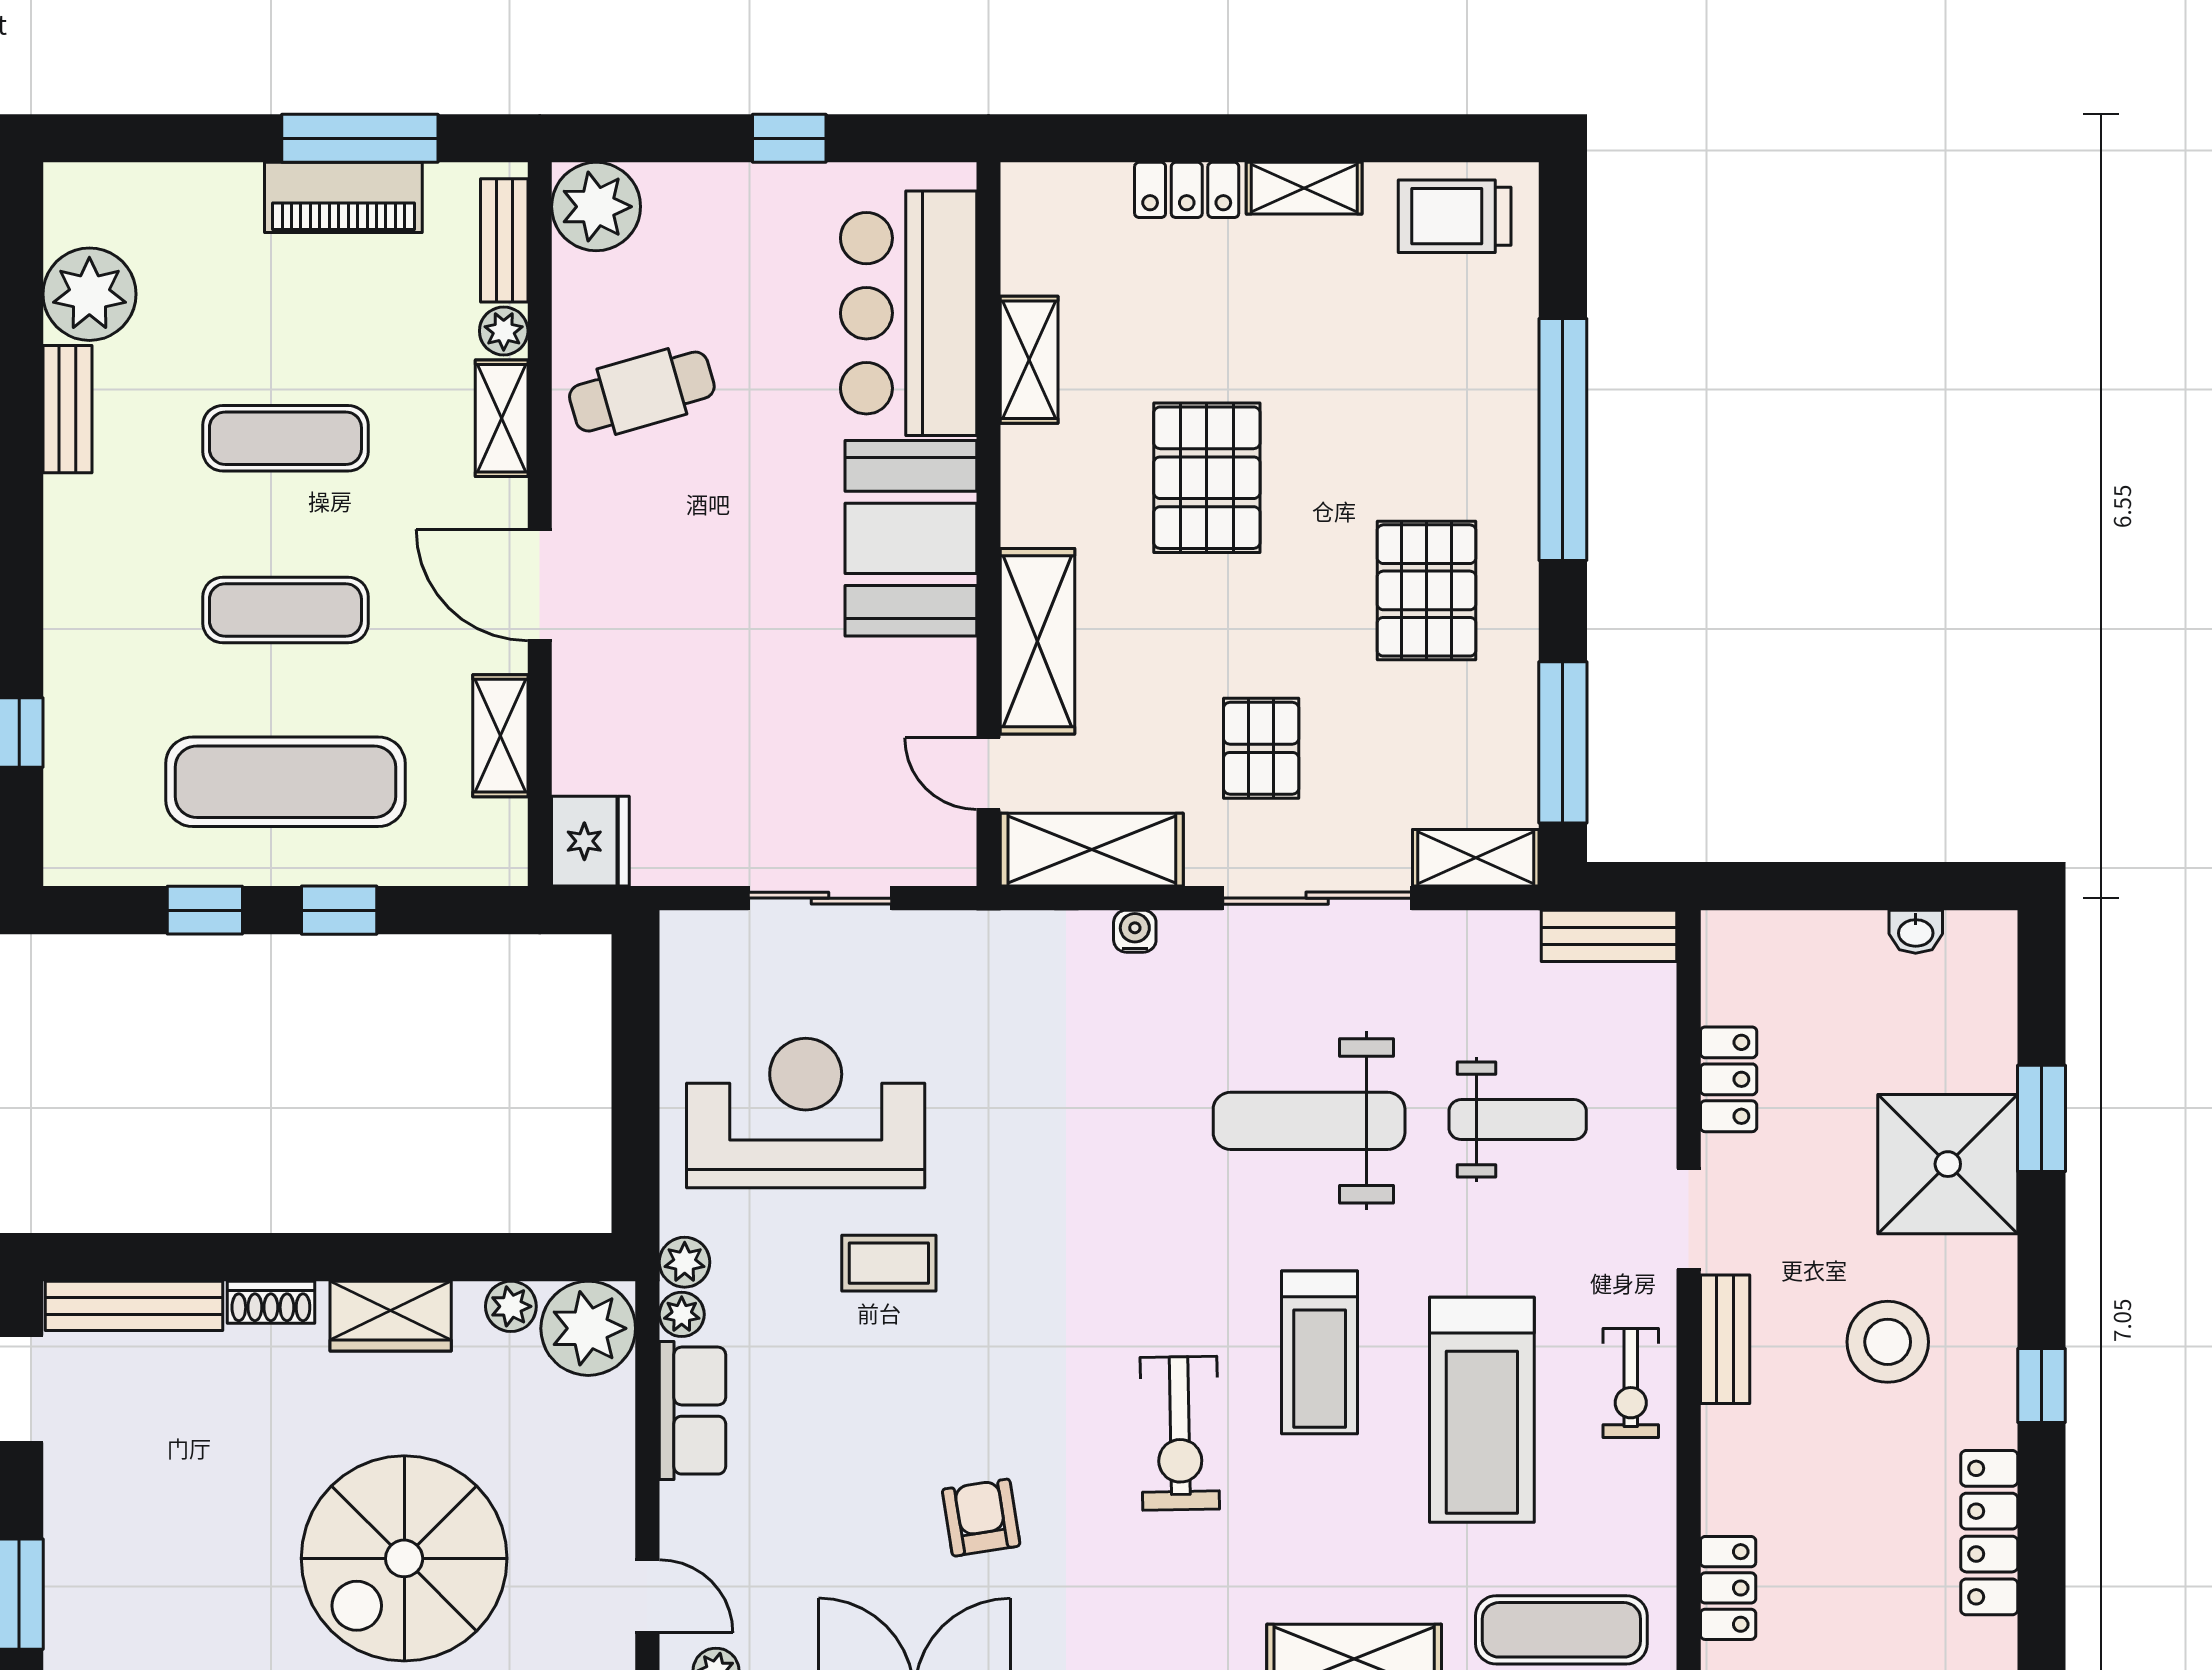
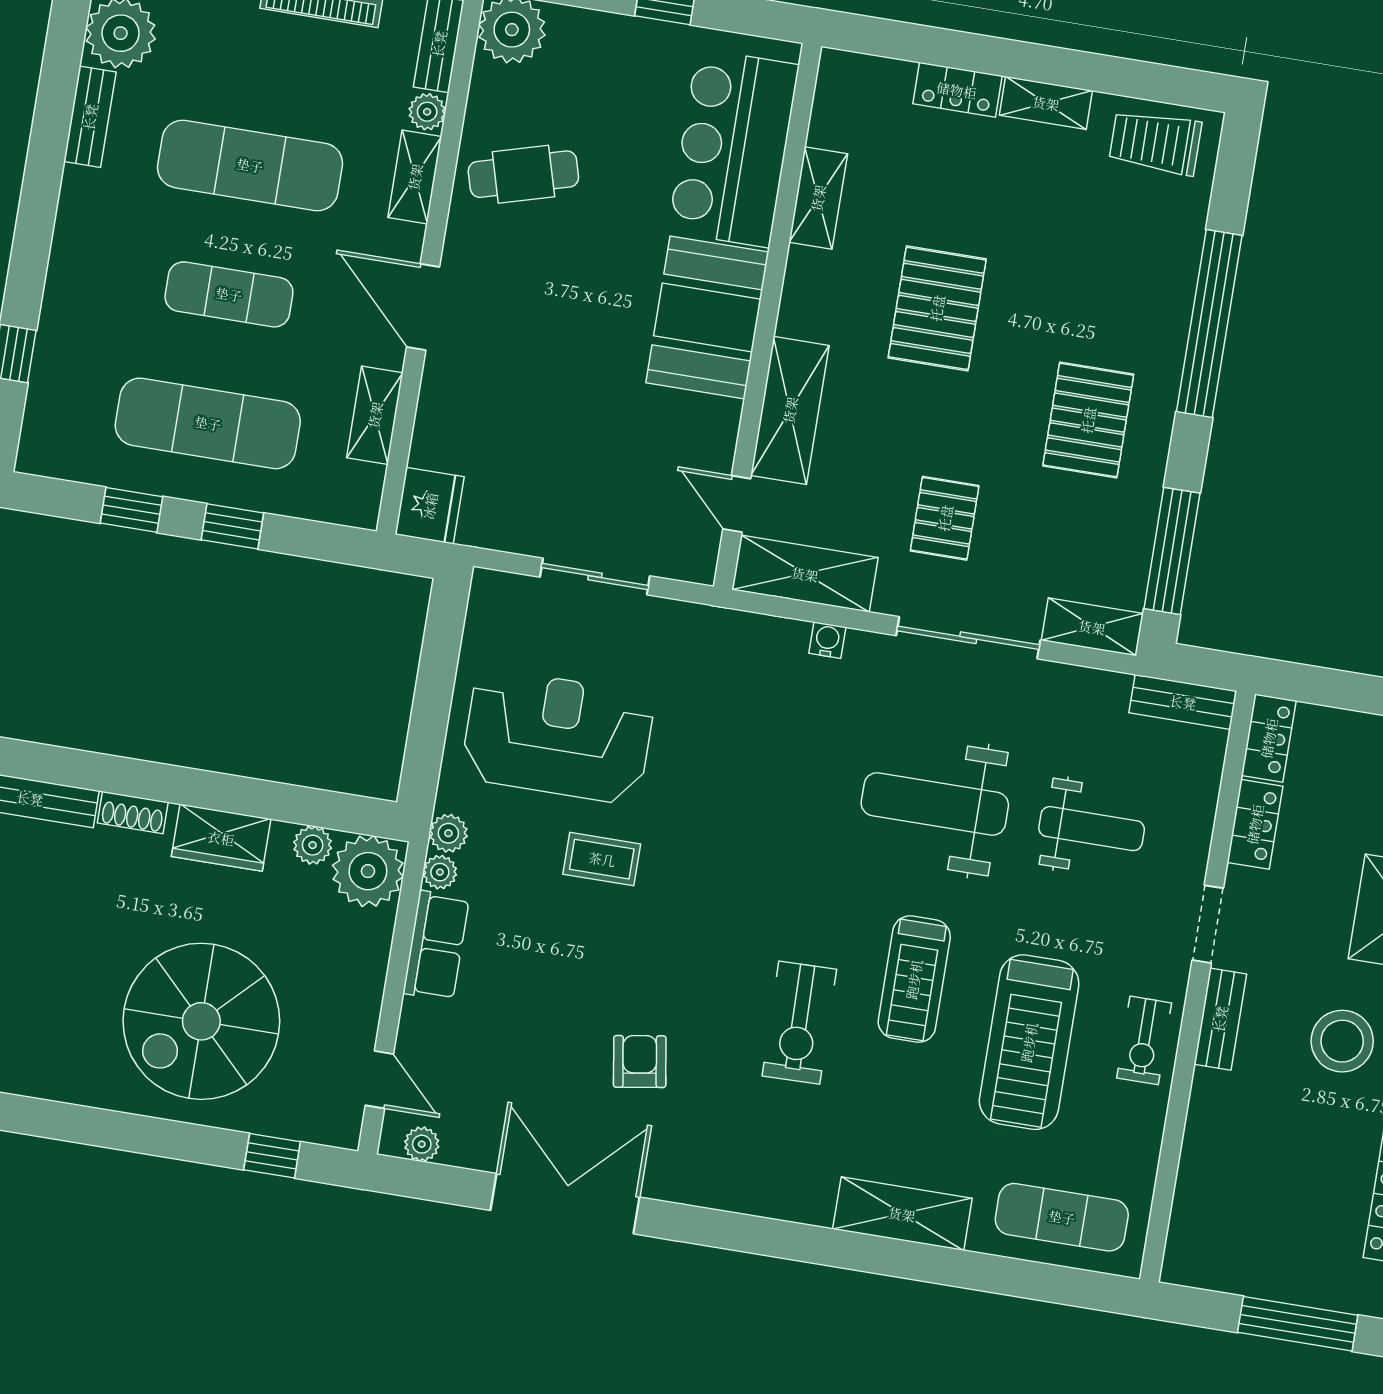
exercise mat: (285, 438) -> (250, 165), width x1.36, depth x1.45
locker: (1728, 1588) -> (1269, 738), moved

